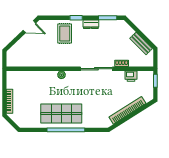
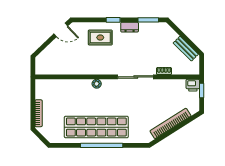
rug: (65, 33) -> (100, 38), turned 90
printer: (131, 76) -> (193, 85), moved
shop shelf: (61, 113) -> (96, 127), width x1.40

